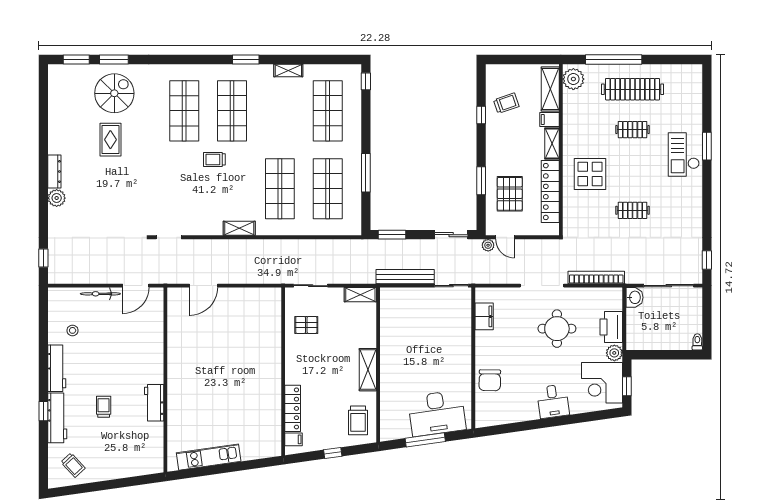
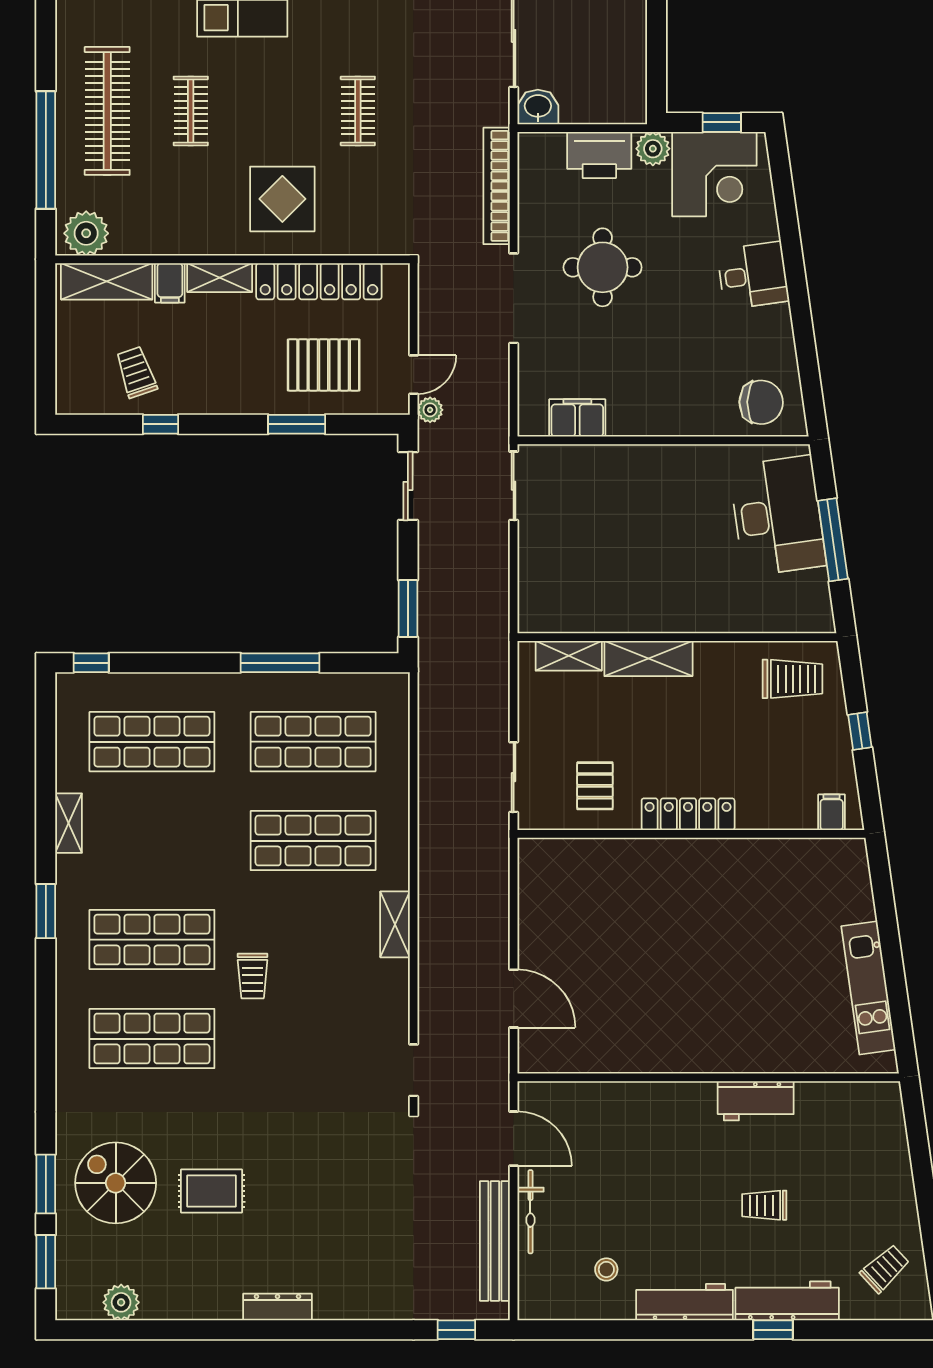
plant: (57, 198) -> (121, 1302), moved
bench: (405, 277) -> (495, 1241), moved
shelving: (360, 295) -> (569, 656), moved, turned 90
shelving: (368, 370) -> (648, 659), moved
chair: (490, 380) -> (761, 402), moved
locker: (293, 408) -> (688, 814), moved

